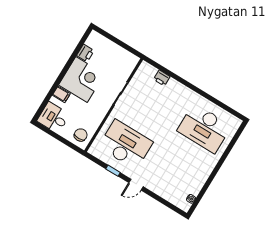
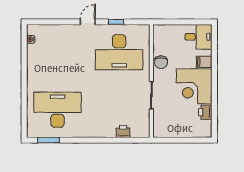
window: (227, 108) -> (48, 140), added
chair: (81, 135) -> (161, 62), moved

